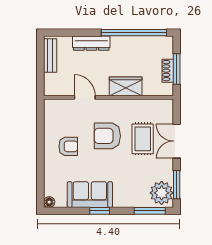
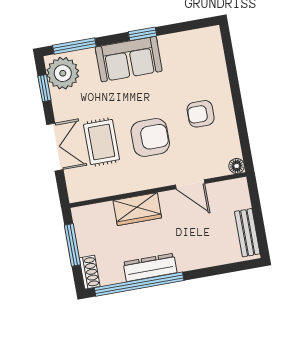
dresser: (91, 43) -> (150, 267), moved
shoe rack: (168, 71) -> (90, 272), moved
window: (177, 185) -> (44, 88), width x0.67
sofa: (90, 195) -> (129, 59), moved
floor lamp: (49, 202) -> (237, 166), moved

